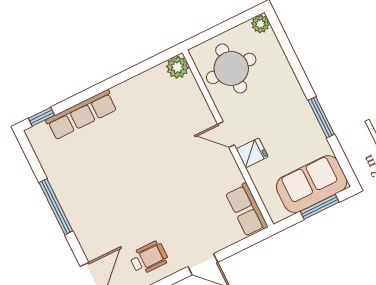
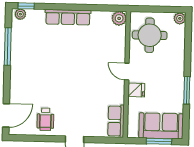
row of seats: (82, 115) -> (68, 17), moved
plant: (39, 132) -> (20, 14), added
window: (56, 207) -> (8, 46), moved
wheelchair: (149, 258) -> (45, 119), turned 90

